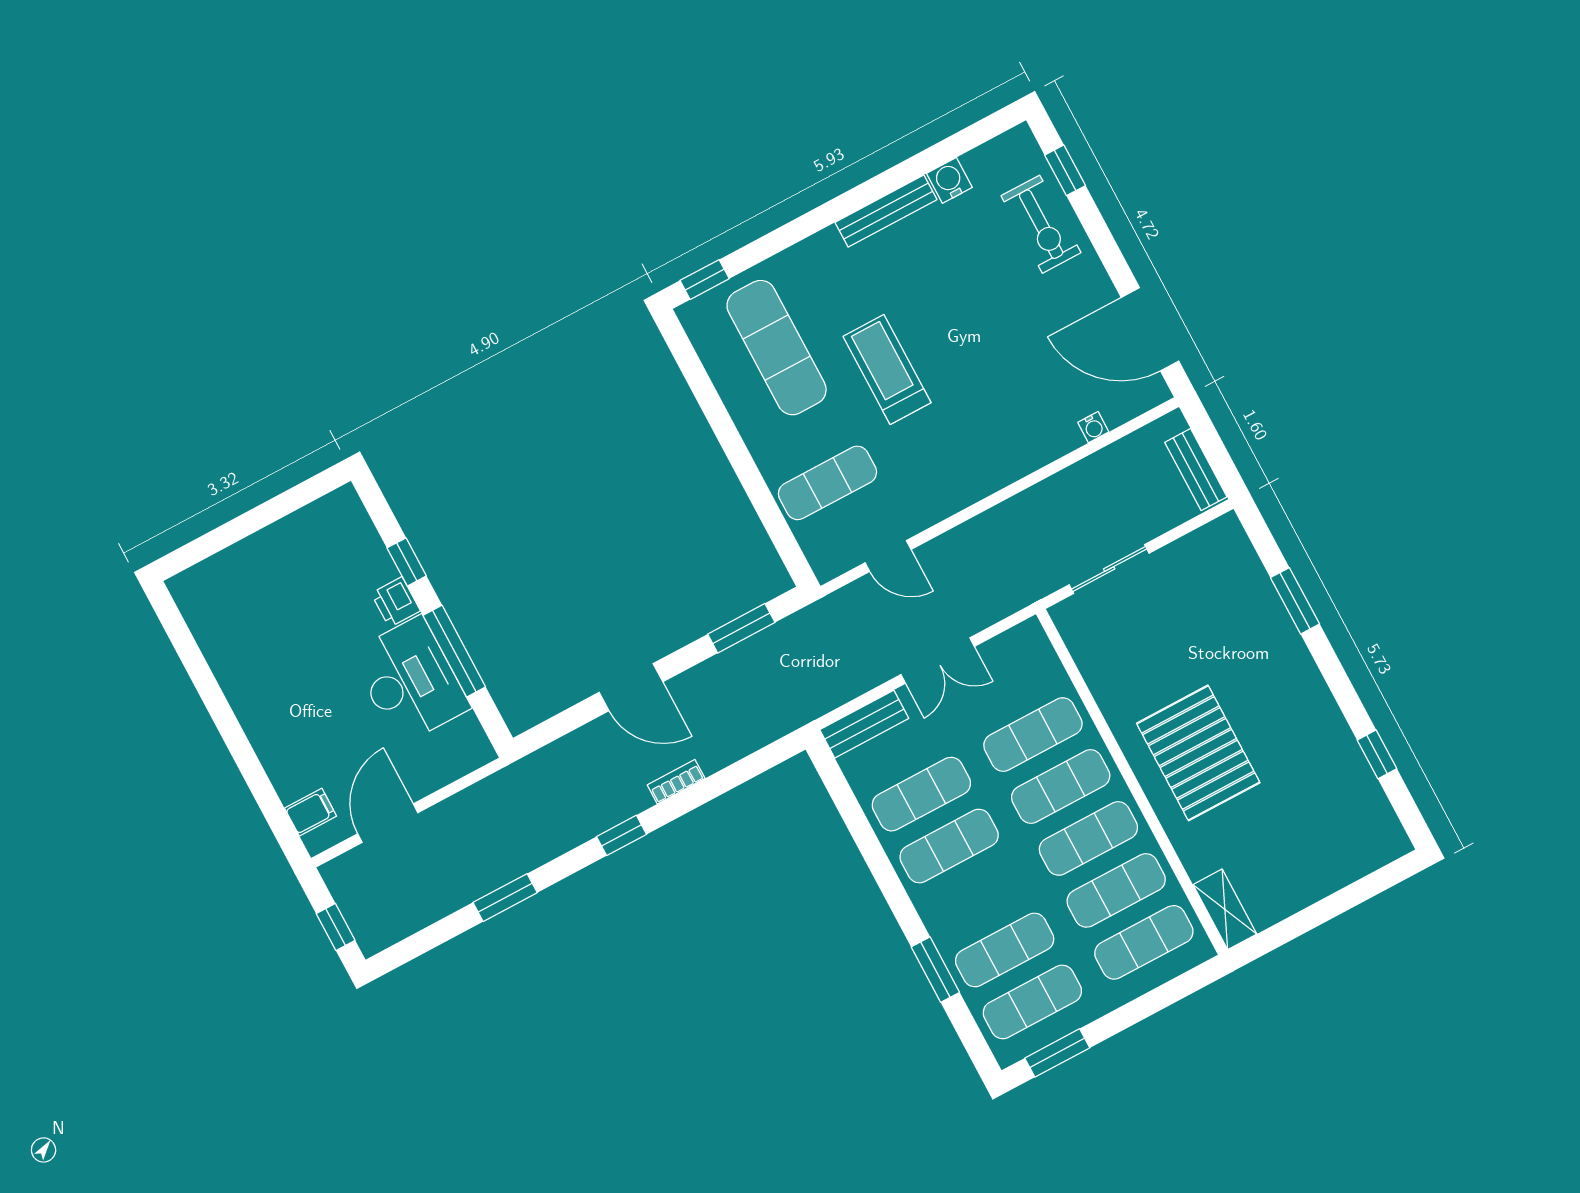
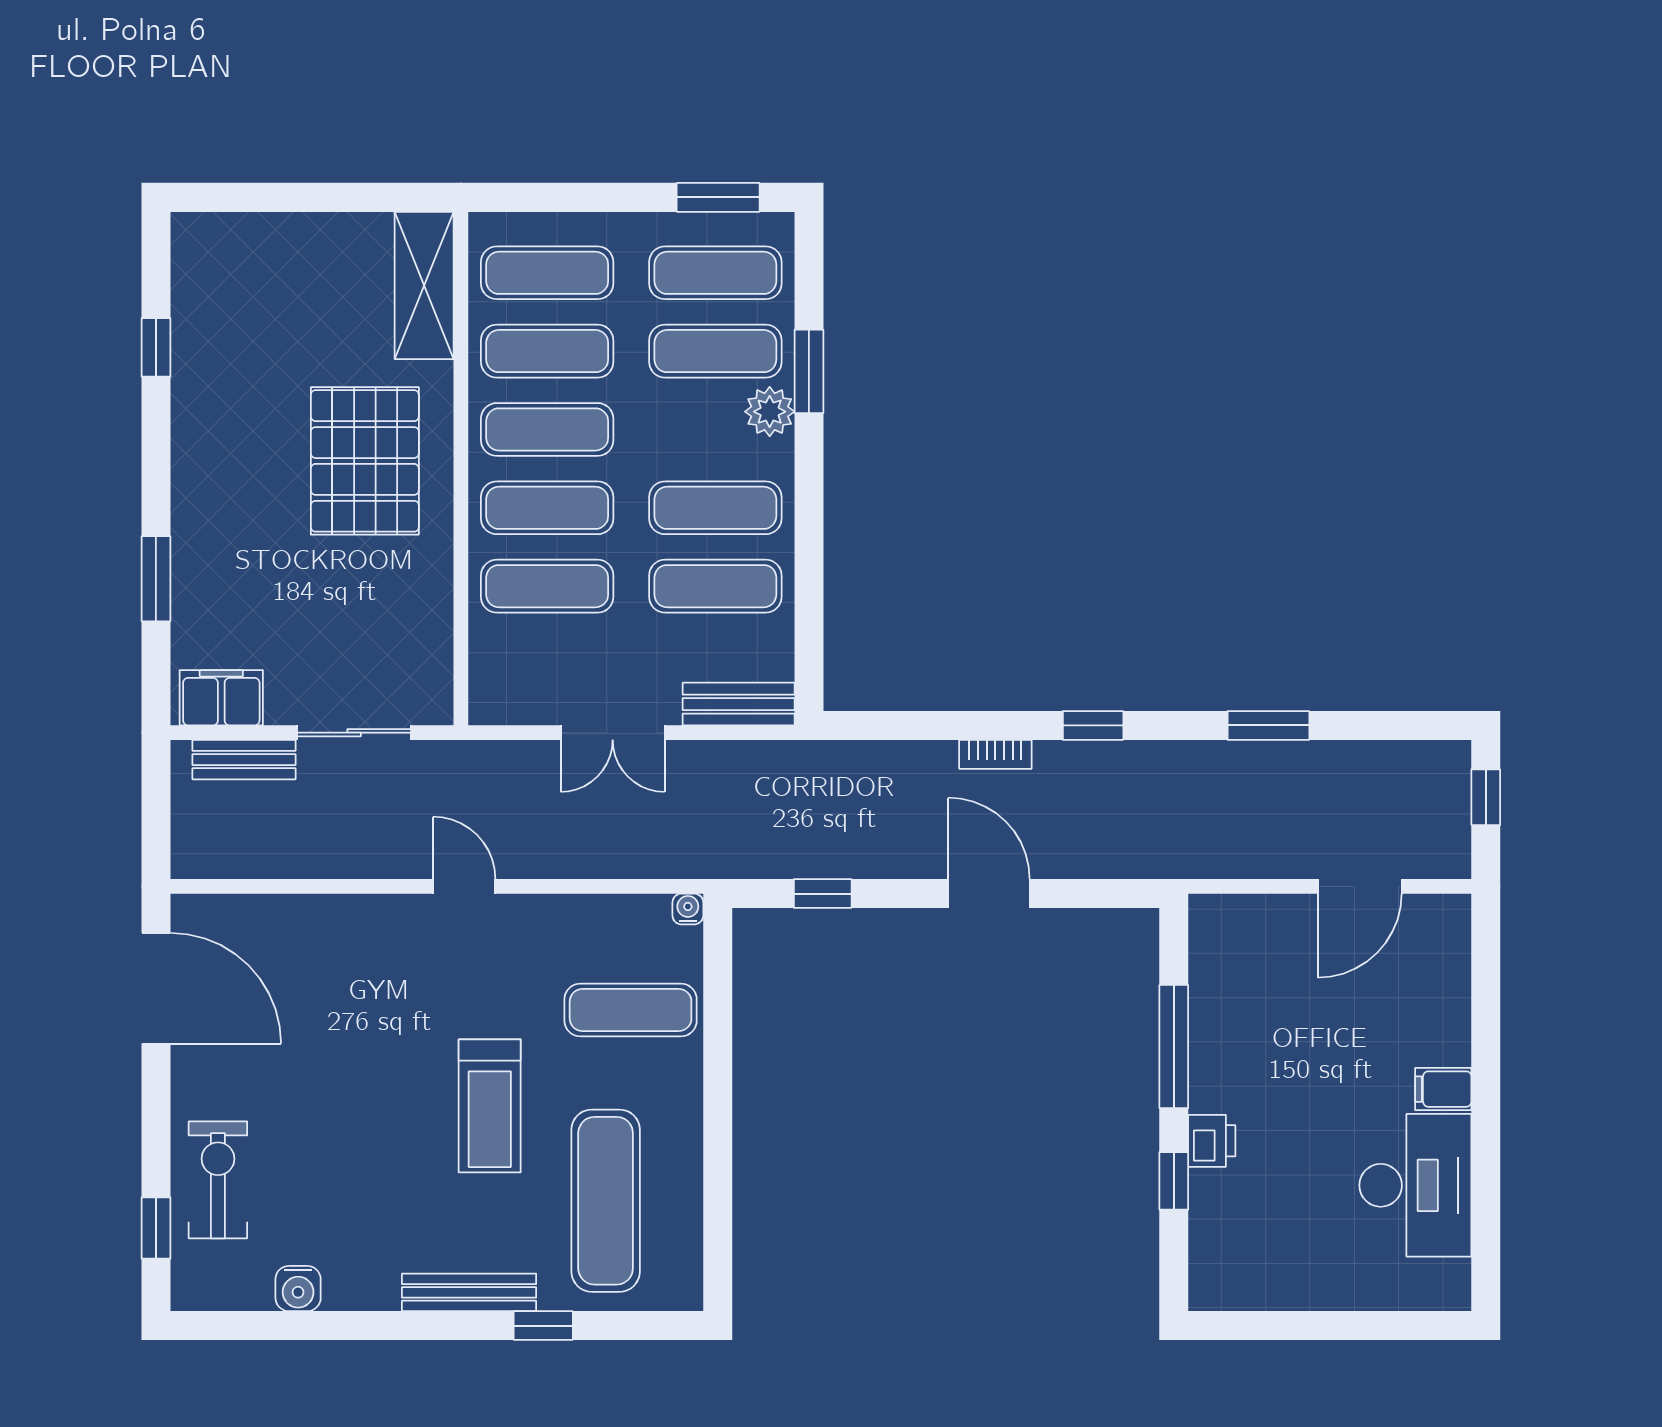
bench: (886, 211) -> (469, 1292), moved
window: (705, 280) -> (543, 1326), moved
water cooler: (1093, 427) -> (688, 909), moved
bench: (1196, 470) -> (244, 760), moved, turned 90
filing cabinet: (1210, 545) -> (221, 698), added
door: (888, 556) -> (464, 886), moved
window: (741, 628) -> (823, 894), width x0.67
double door: (938, 661) -> (613, 733), swing flipped
desk: (410, 681) -> (1415, 1185), moved, turned 180
filing cabinet: (311, 812) -> (1443, 1089), moved
shelving: (1225, 909) -> (424, 285), width x1.50, depth x1.33
plant: (947, 929) -> (770, 412), added

